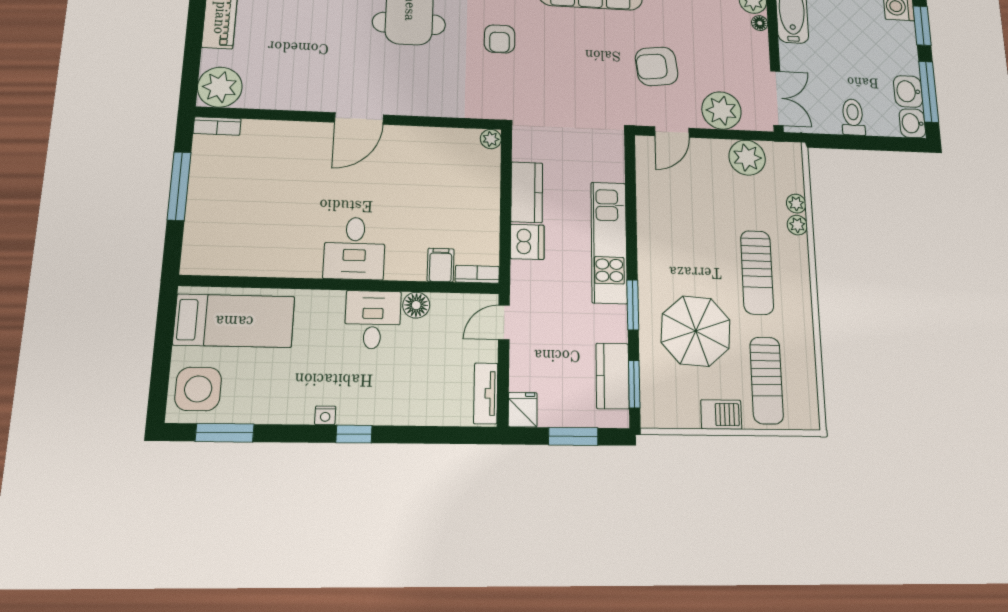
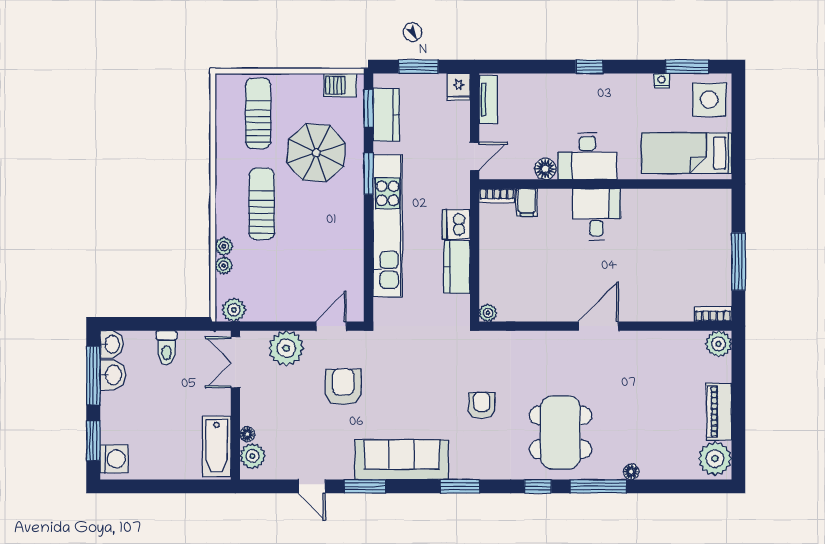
armchair: (657, 66) -> (343, 387), turned -83
plant: (220, 87) -> (719, 344), width x0.73, depth x0.73
plant: (747, 158) -> (234, 310), moved, width x0.73, depth x0.73
kitchen unit: (609, 242) -> (388, 226), width x1.36
desk: (373, 320) -> (587, 156), width x1.37
nightstand: (325, 415) -> (662, 81), moved
barbecue: (721, 415) -> (340, 85), moved

